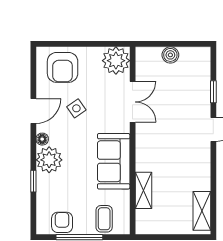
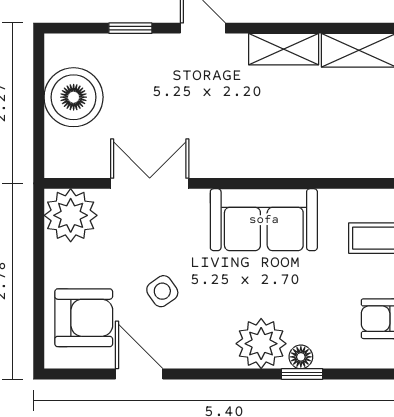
boiler: (170, 55) -> (74, 97), width x1.86, depth x1.86
door: (33, 111) -> (139, 374), moved
floor lamp: (42, 139) -> (301, 357), moved
shelving: (144, 190) -> (284, 49), moved

